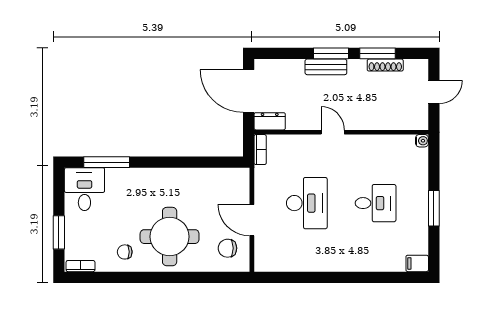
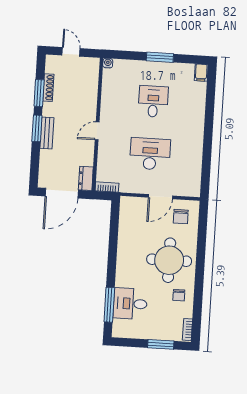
desk: (84, 189) -> (130, 304), moved

